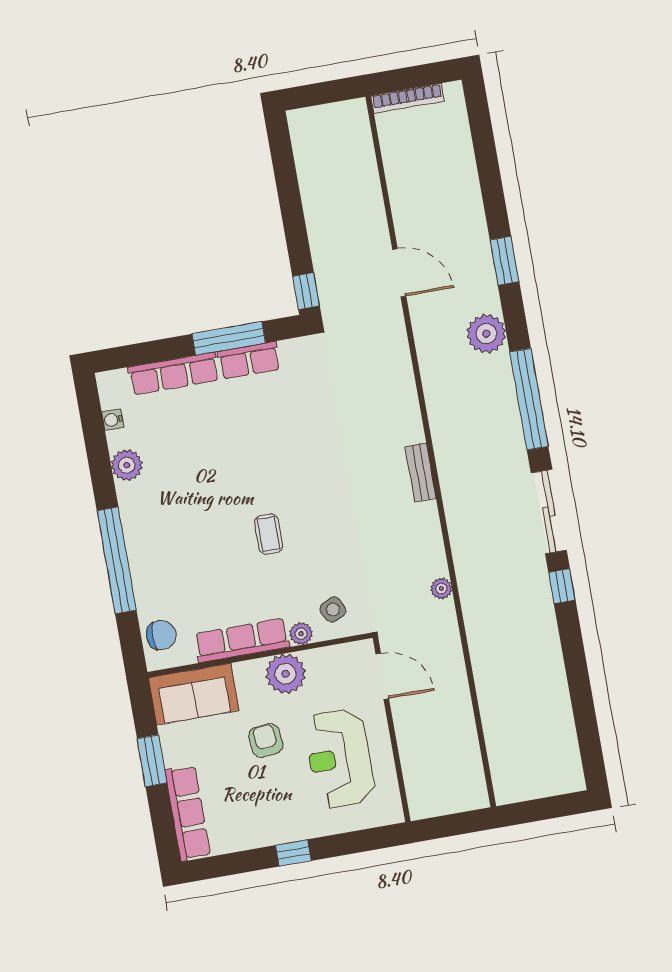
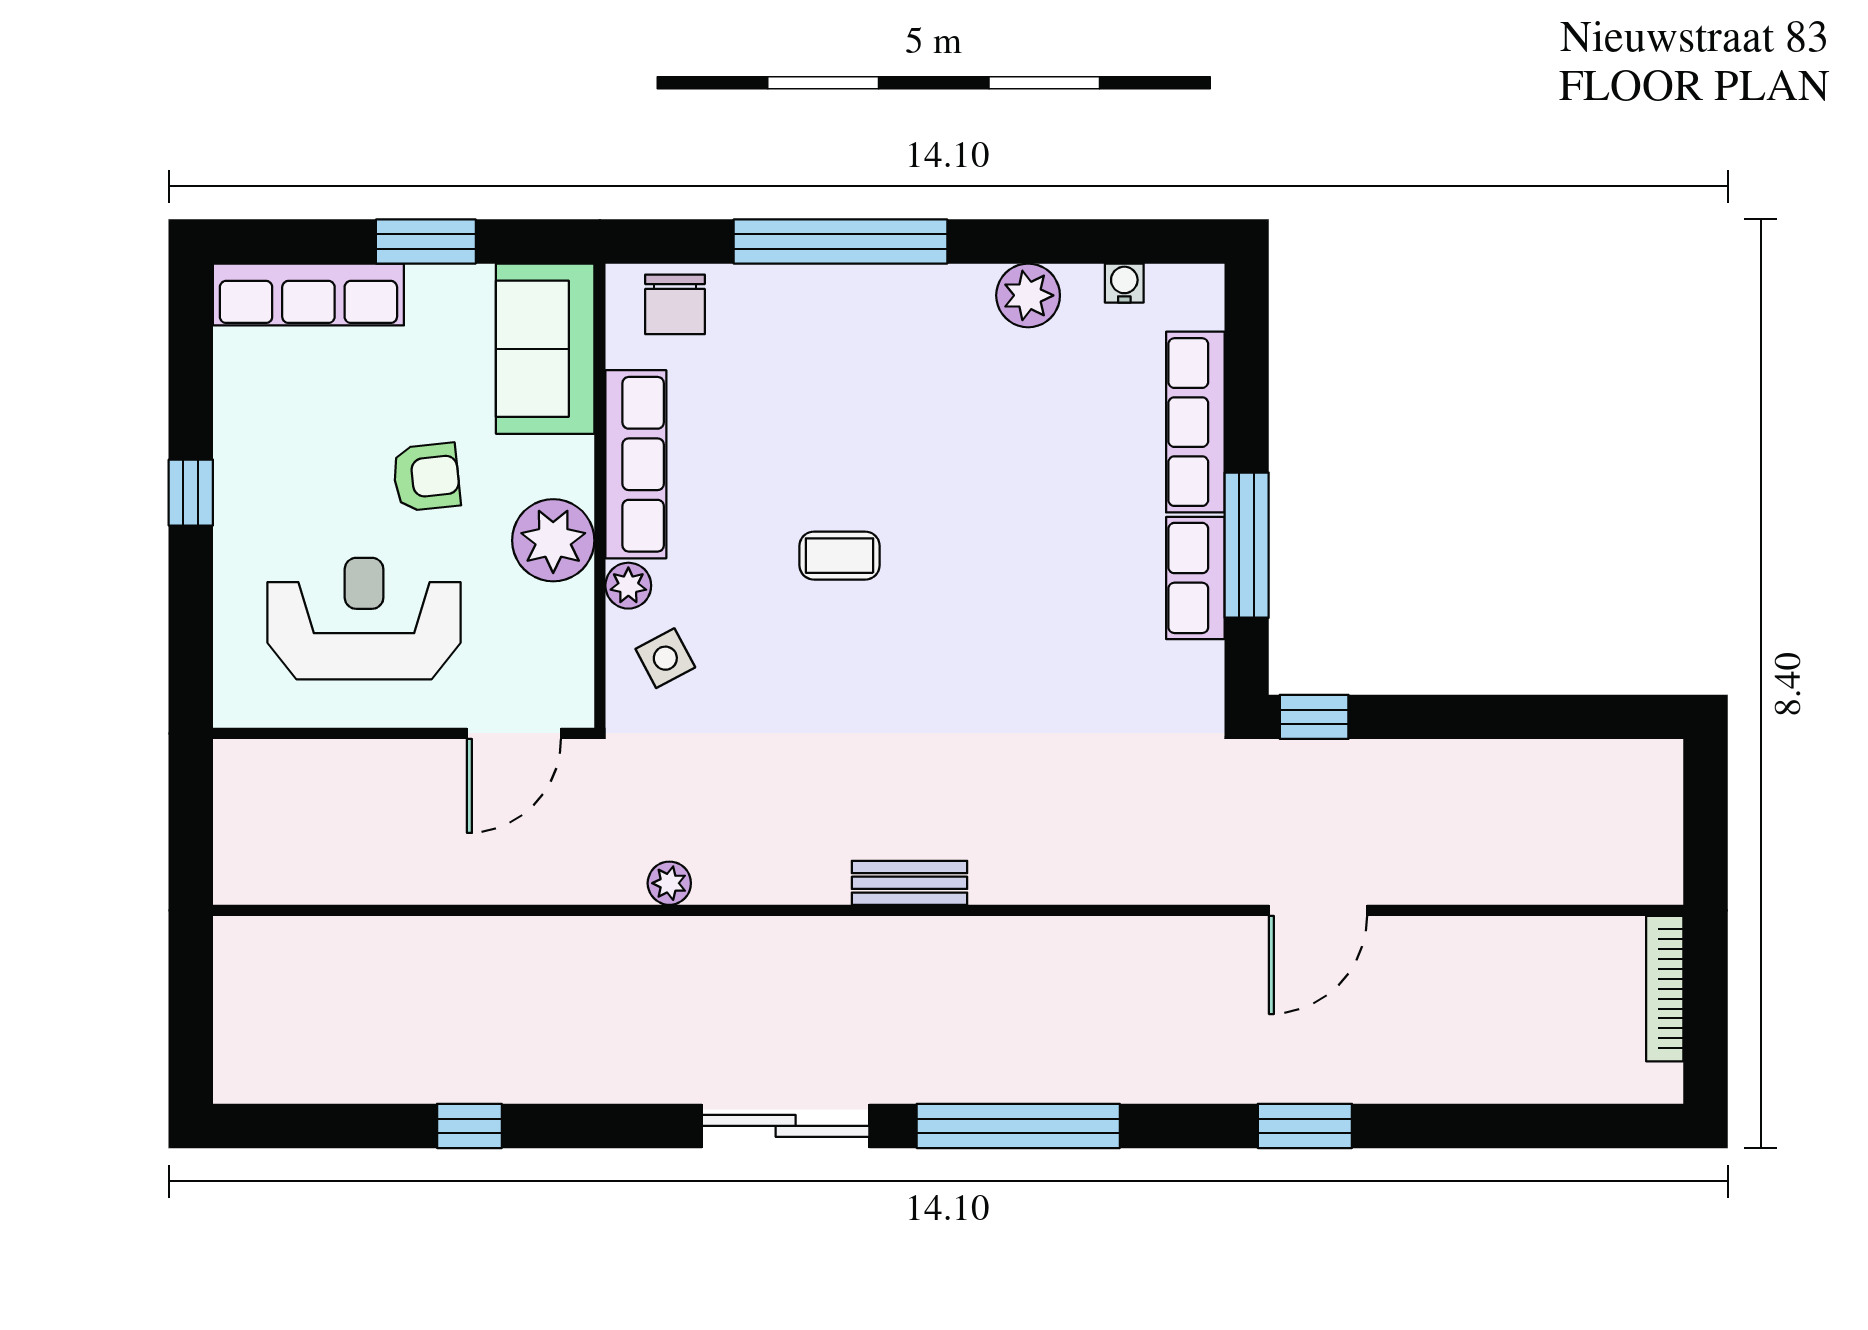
plant: (486, 334) -> (1165, 1064), removed
window: (562, 586) -> (469, 1126), moved

